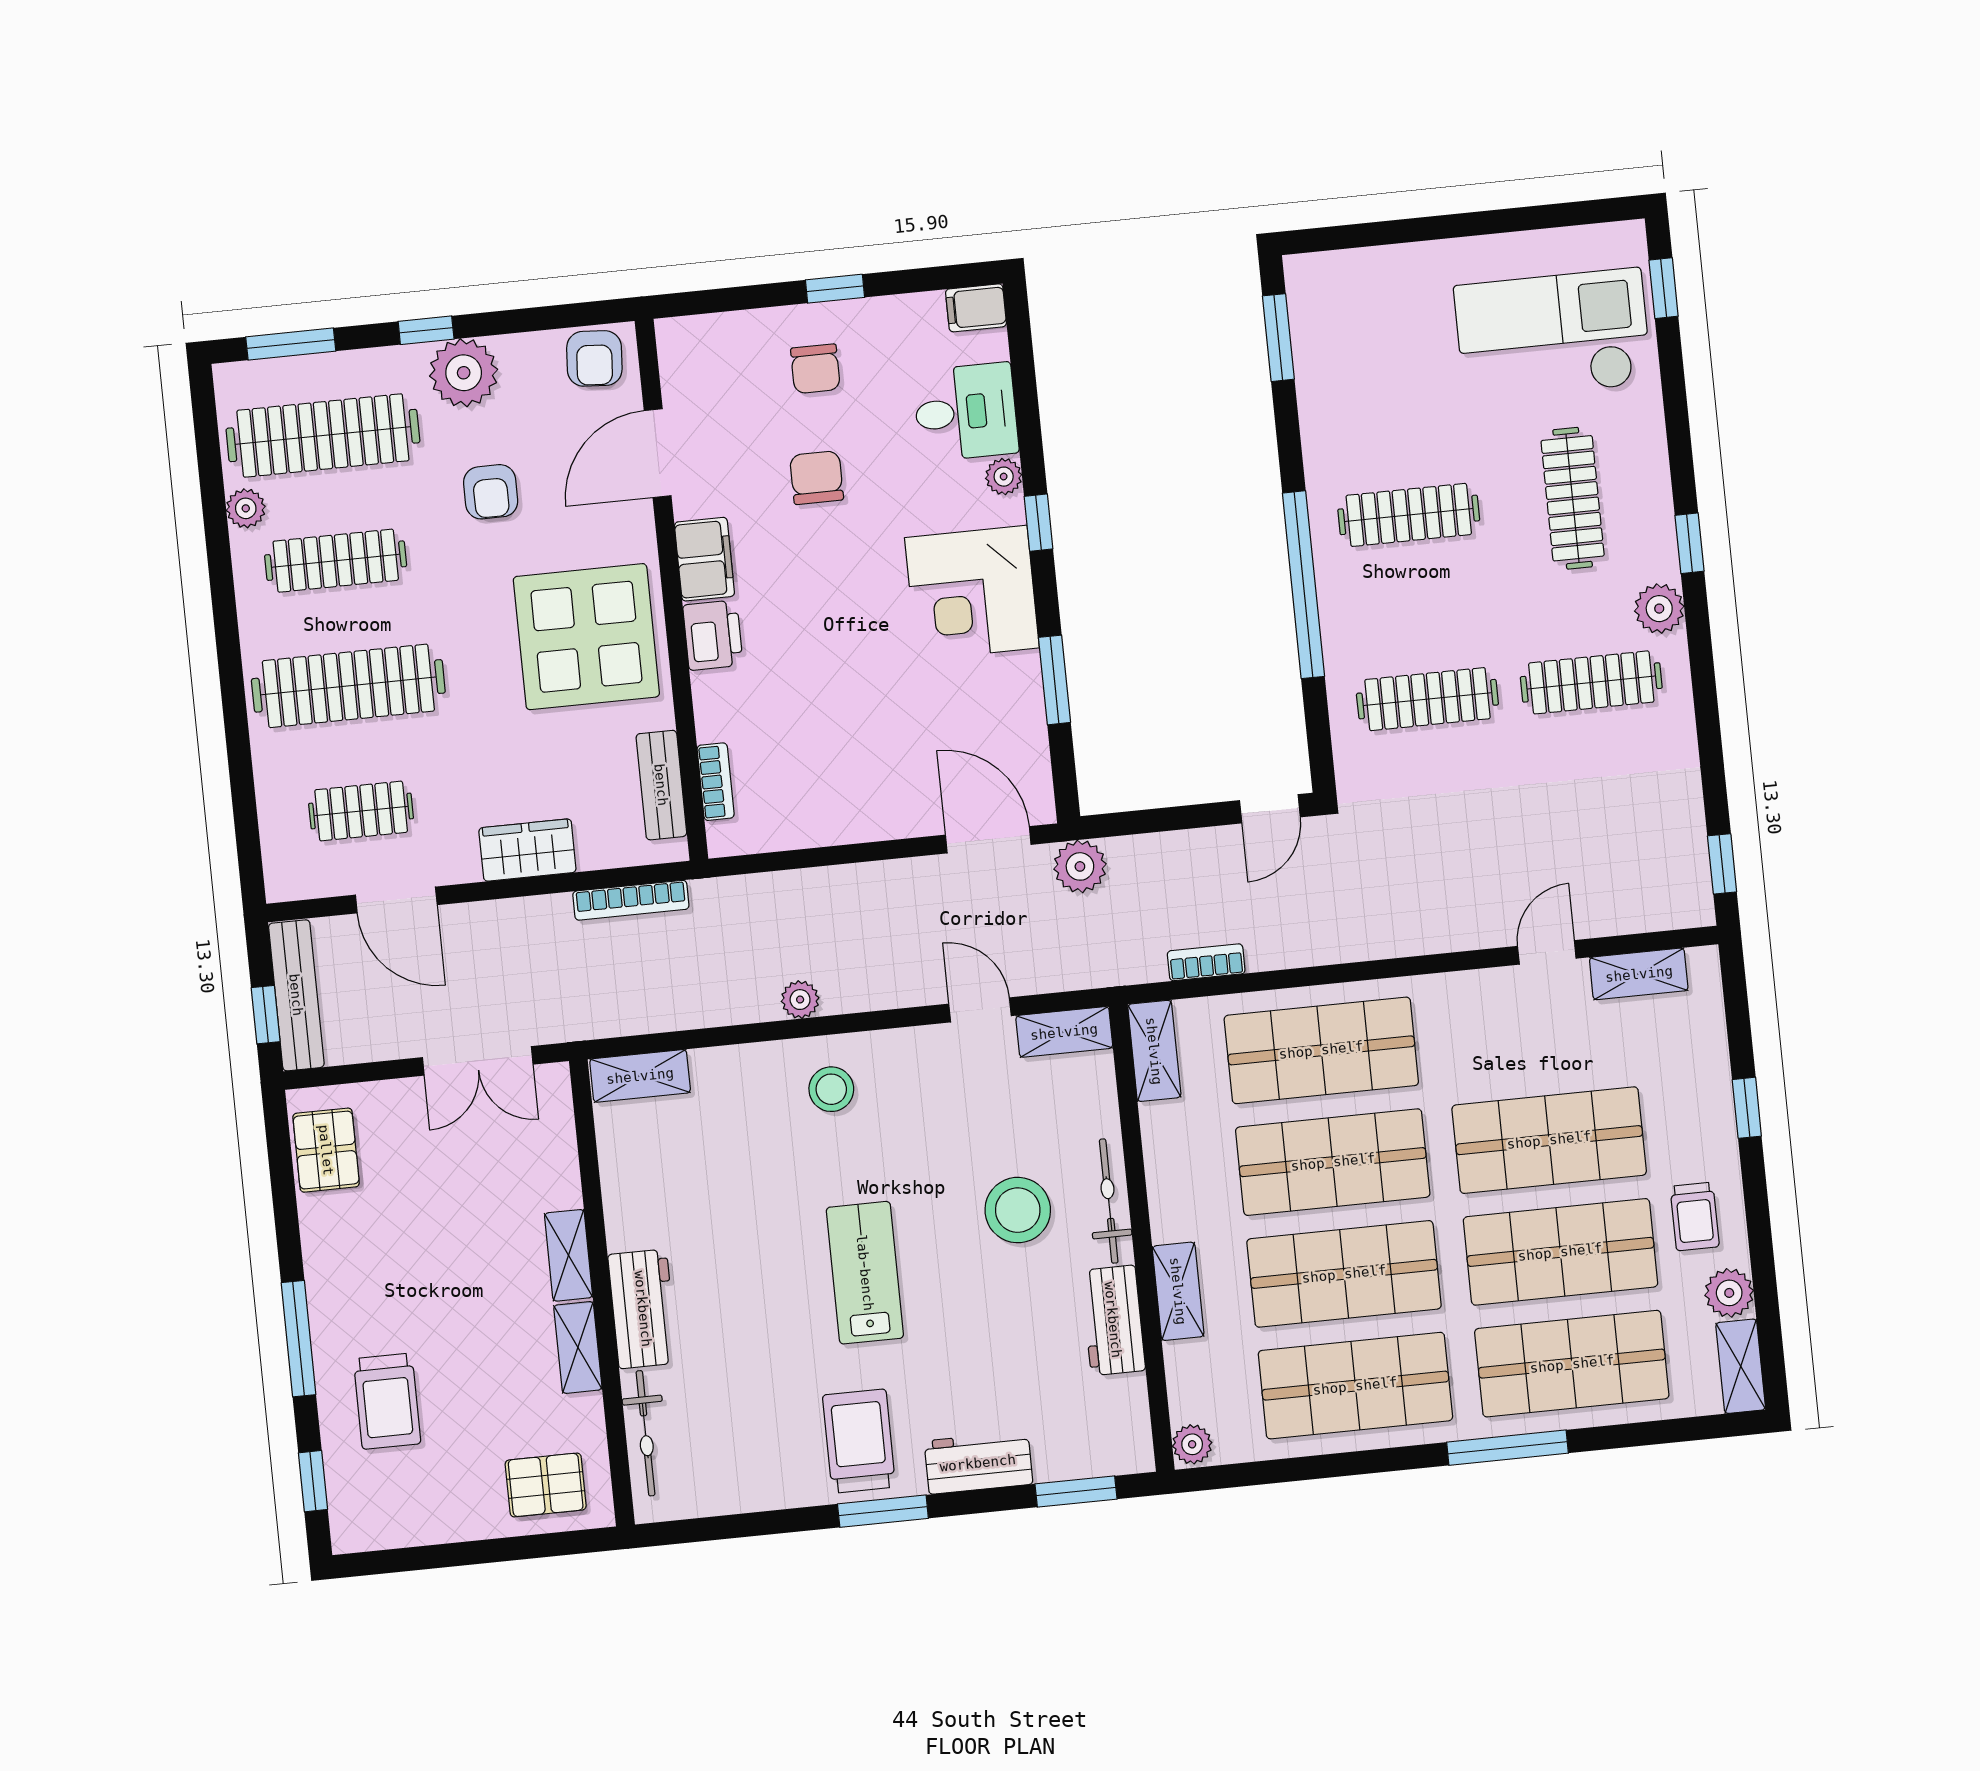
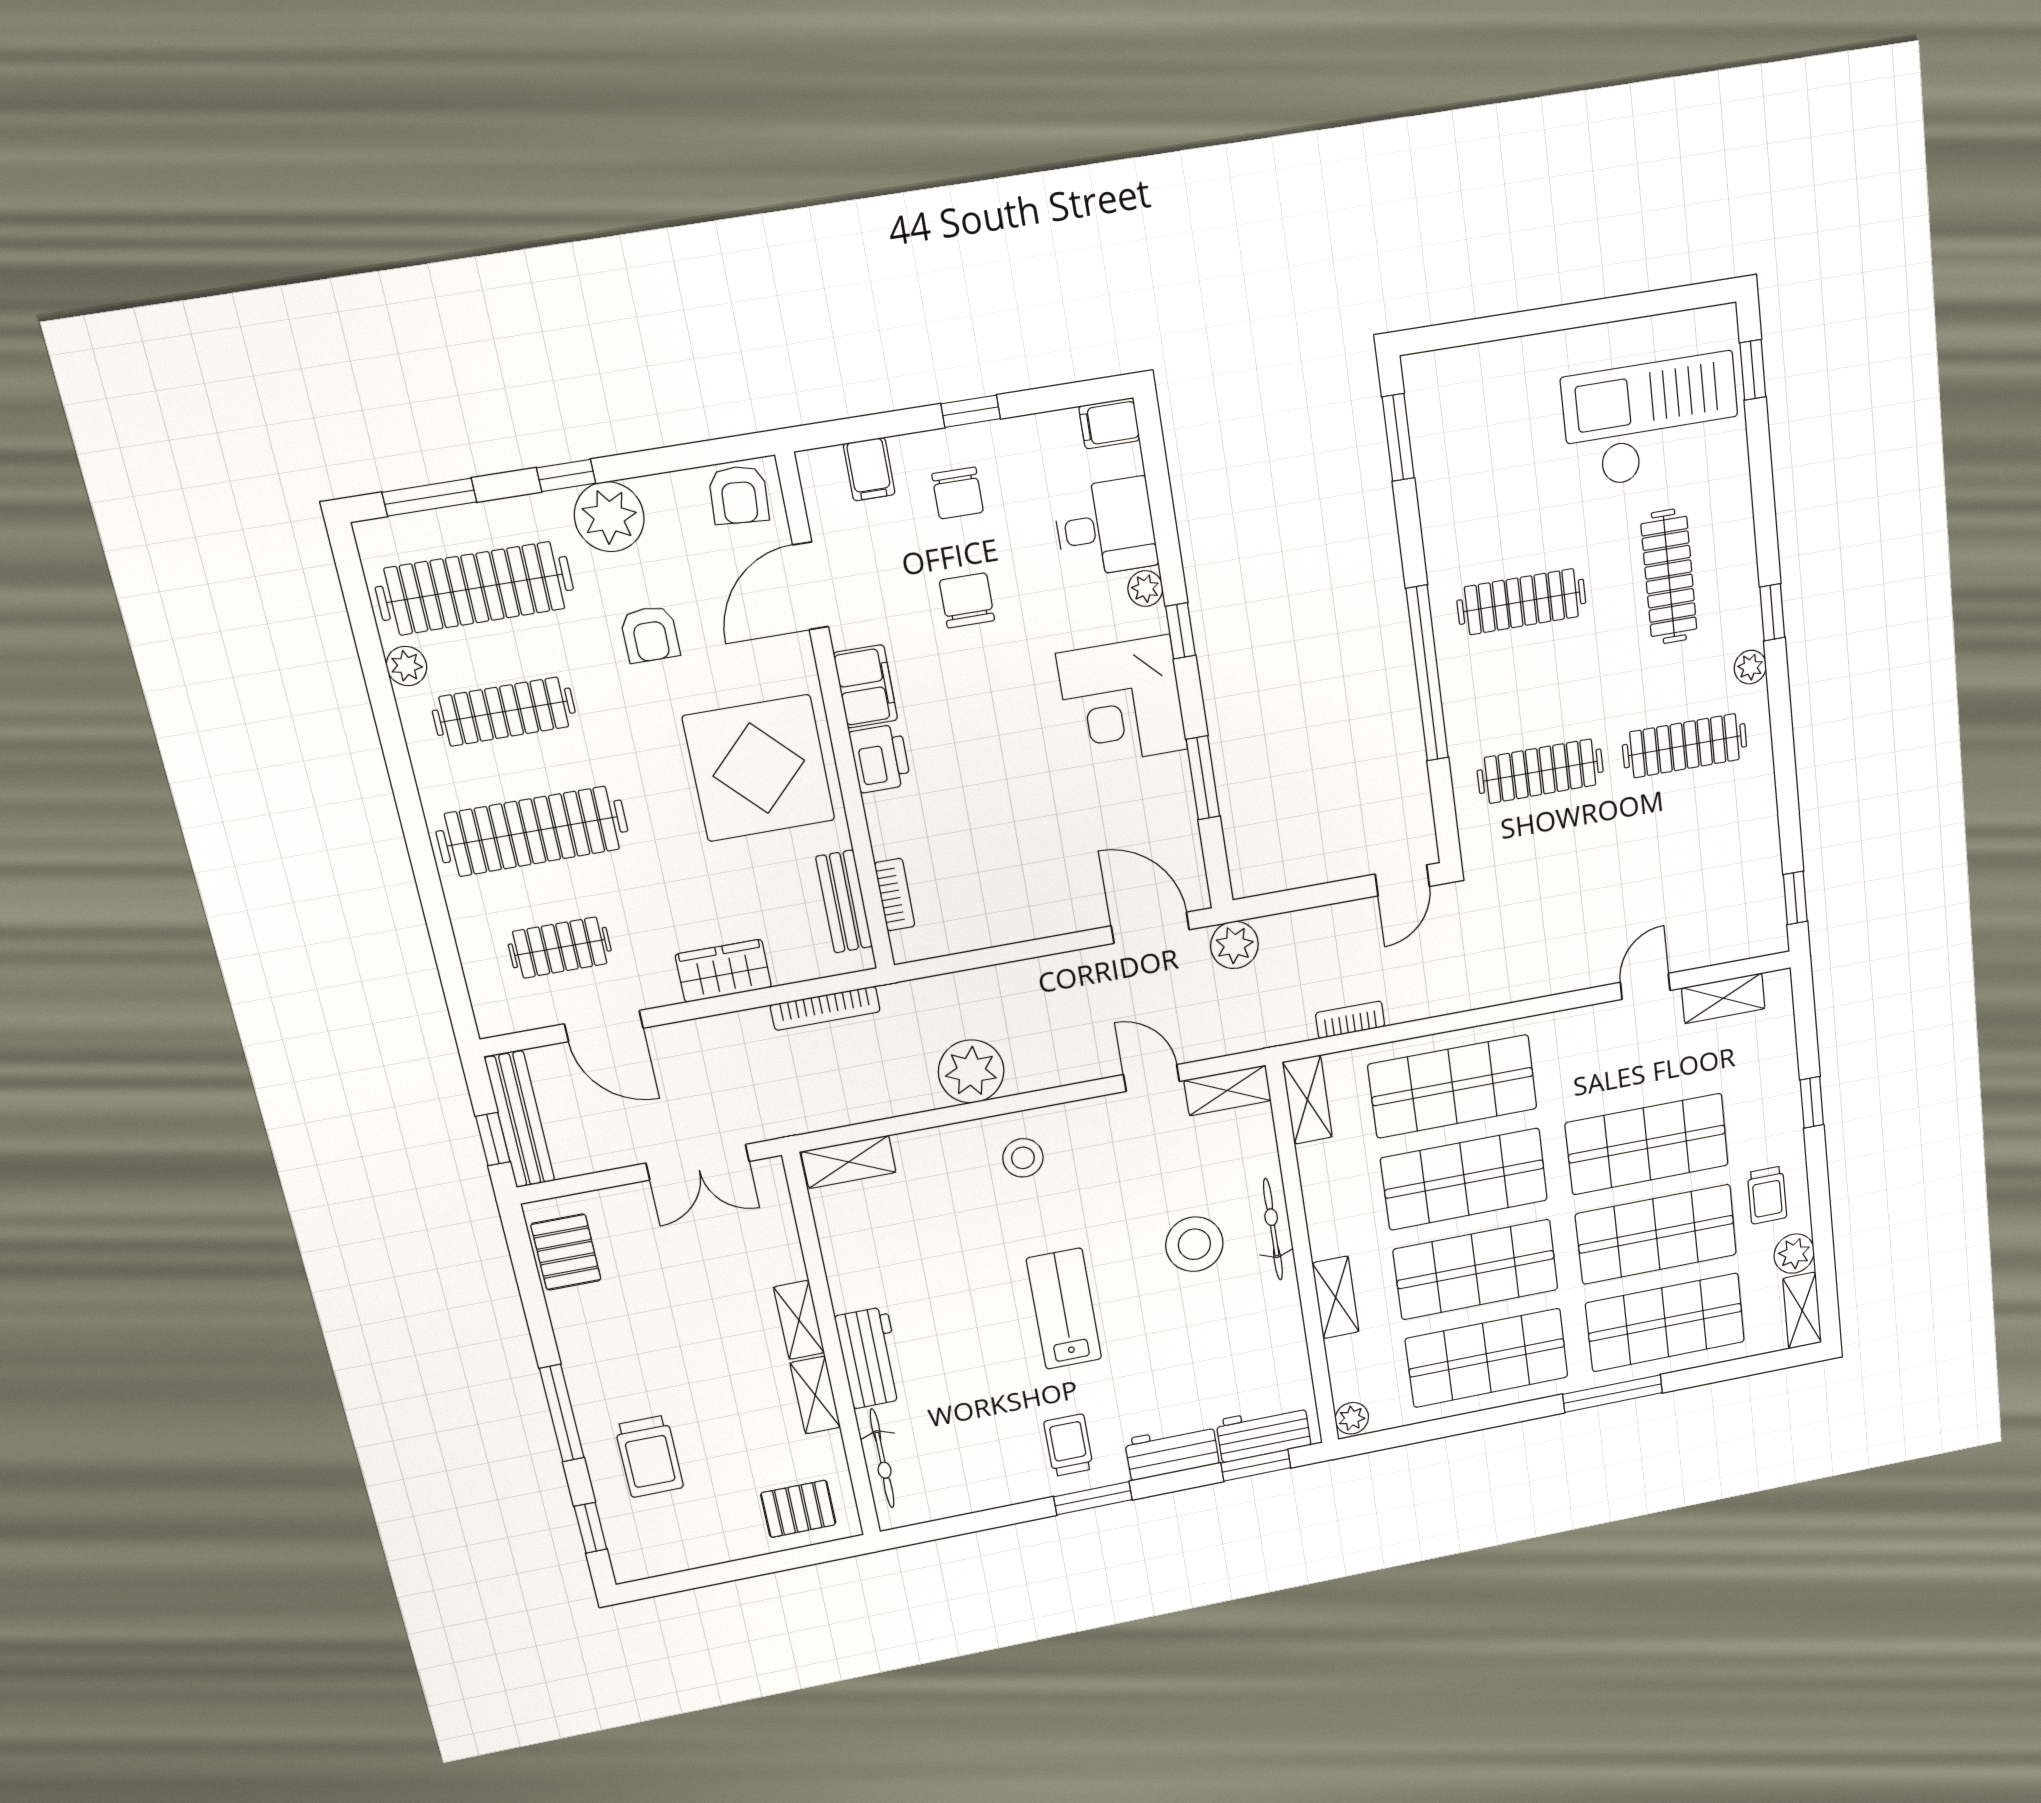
filing cabinet: (728, 340) -> (869, 469), added
plant: (1659, 609) -> (1750, 667), width x0.73, depth x0.73
plant: (800, 1000) -> (971, 1071), width x1.88, depth x1.88
workbench: (1113, 1320) -> (1264, 1433), moved, turned 90
trolley: (859, 1441) -> (1069, 1445), width x0.73, depth x0.72

